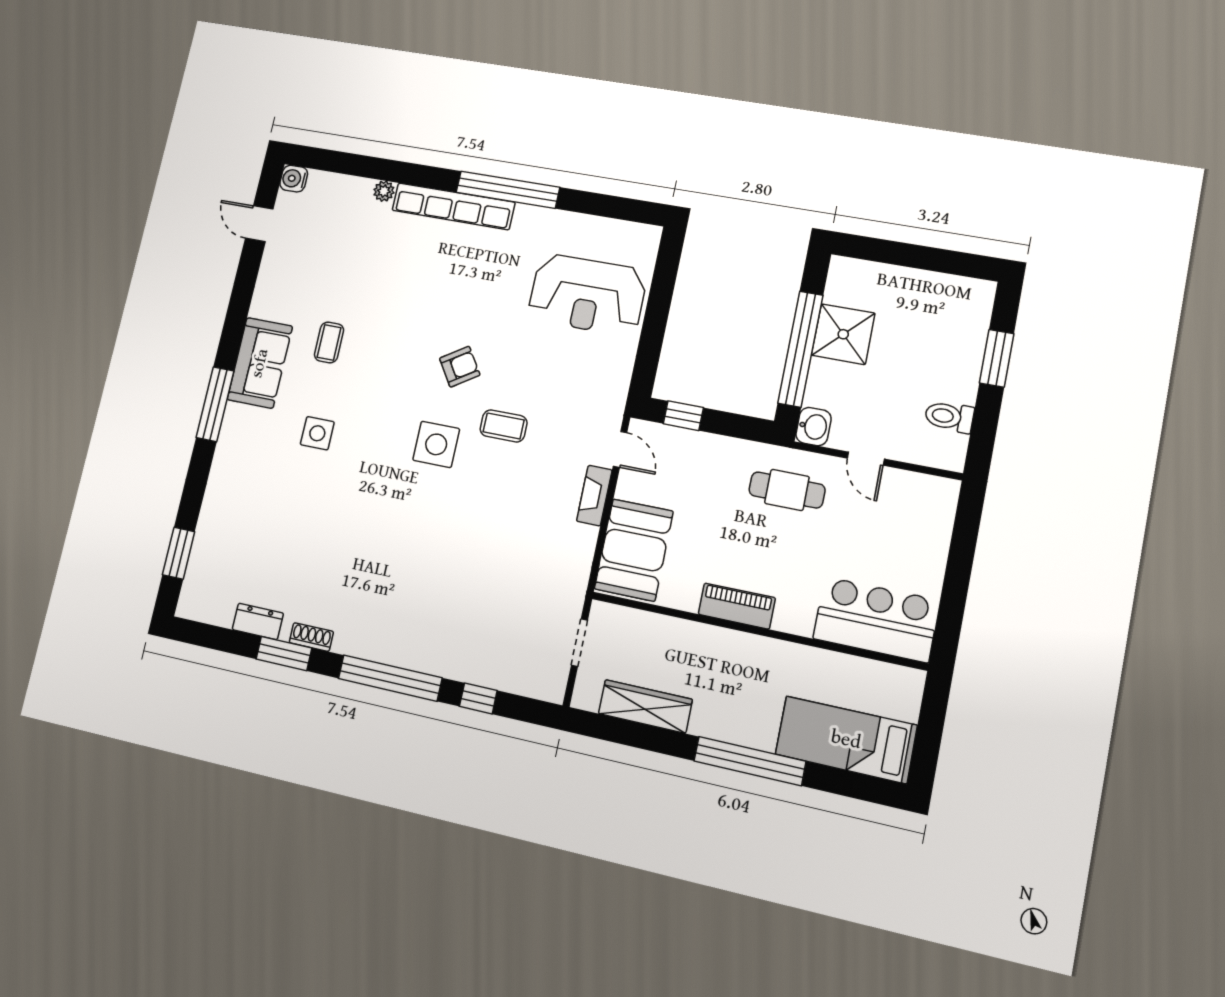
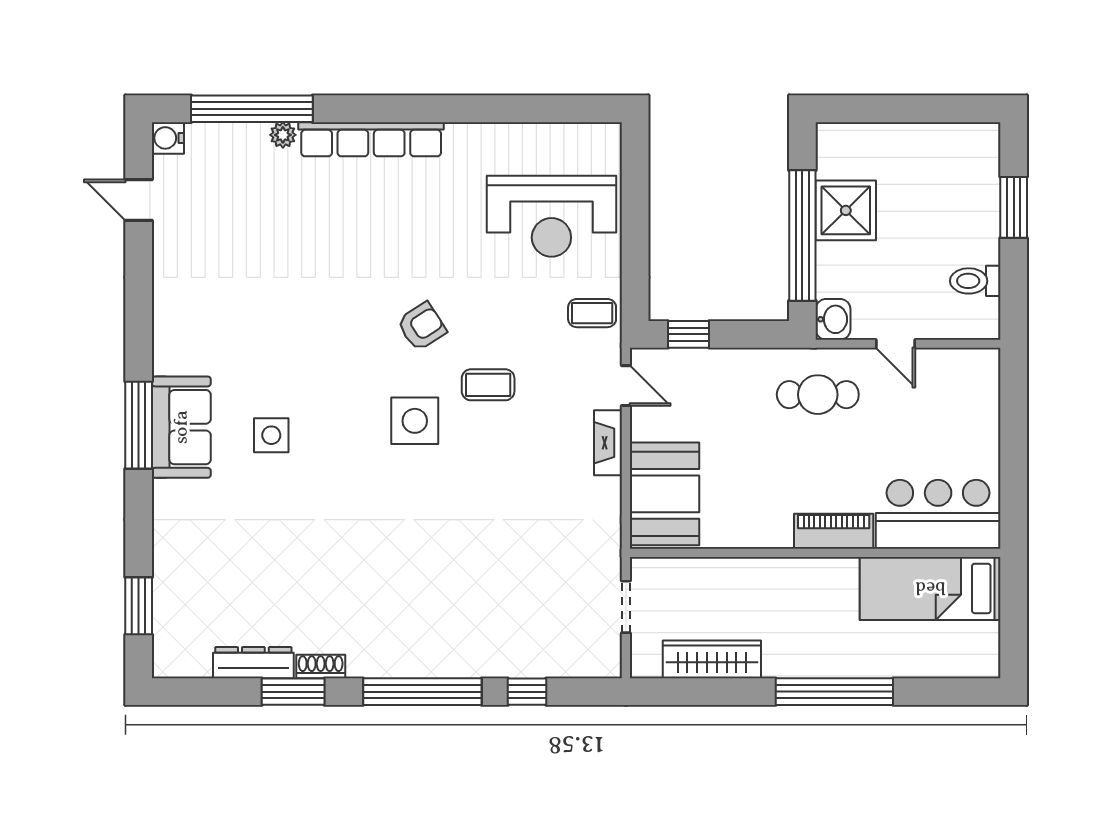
window: (508, 190) -> (252, 109), moved
coffee table: (329, 342) -> (592, 313), moved, turned 90
sofa: (260, 363) -> (181, 427), moved
piano: (737, 606) -> (834, 531), moved
dresser: (258, 621) -> (253, 663), width x1.44
bed: (846, 740) -> (930, 588), moved

